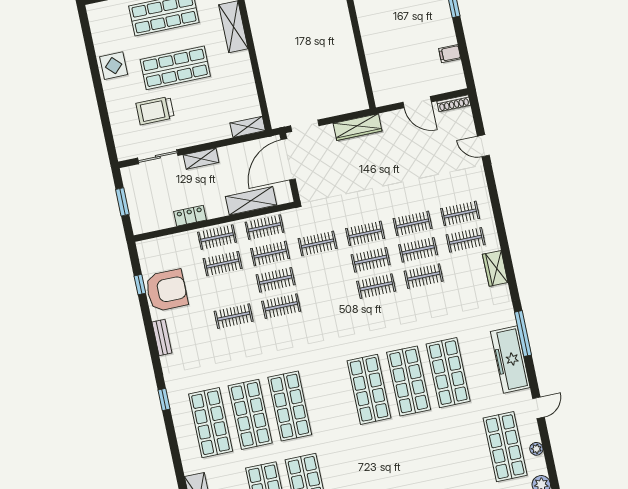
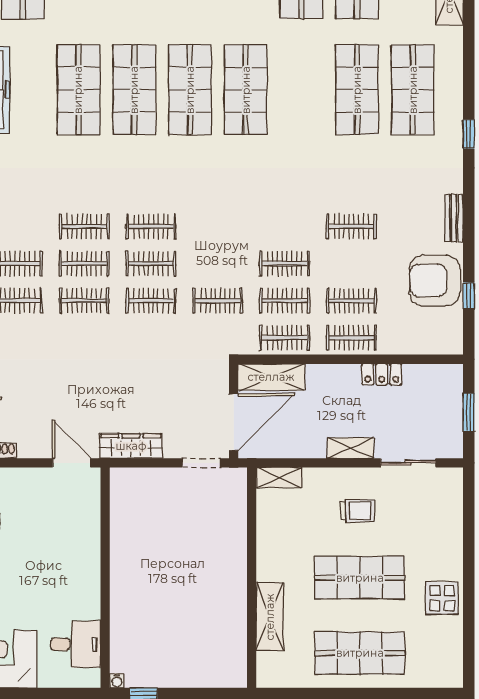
door: (417, 102) -> (72, 463), moved
trolley: (155, 111) -> (358, 511), moved, width x0.73, depth x0.72
shelving: (251, 201) -> (271, 377), moved
clothes rail: (281, 306) -> (285, 227), removed
shop shelf: (290, 406) -> (246, 90), moved

